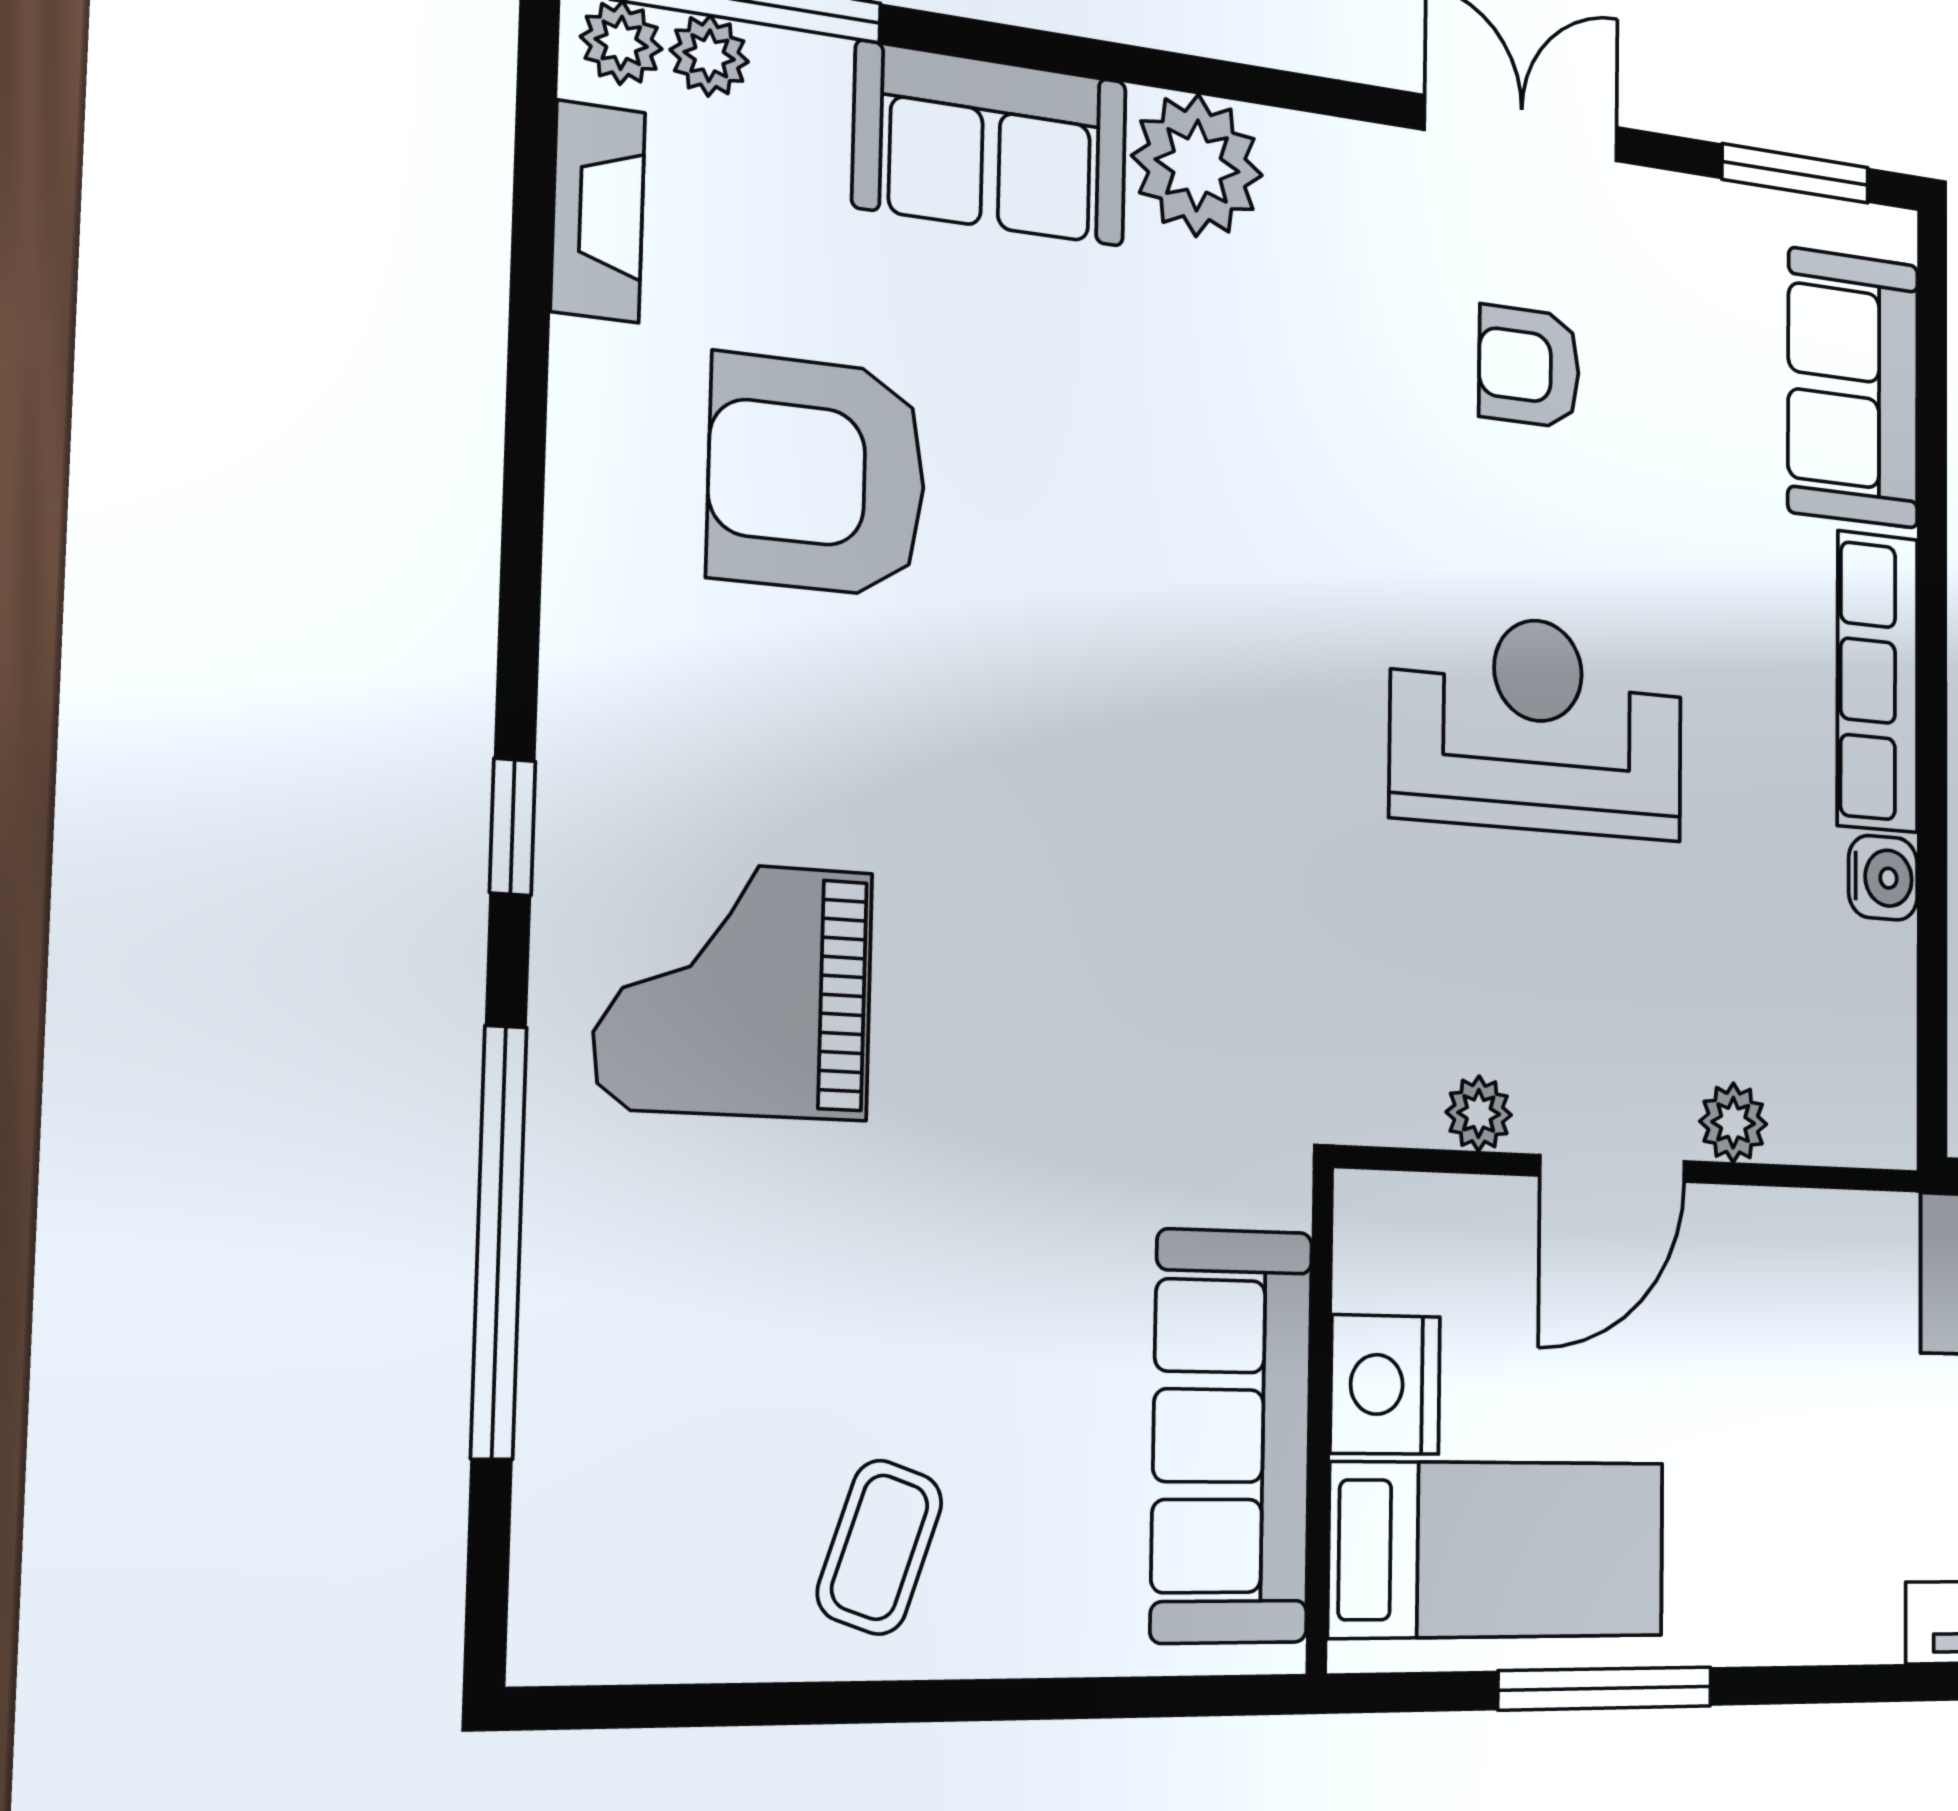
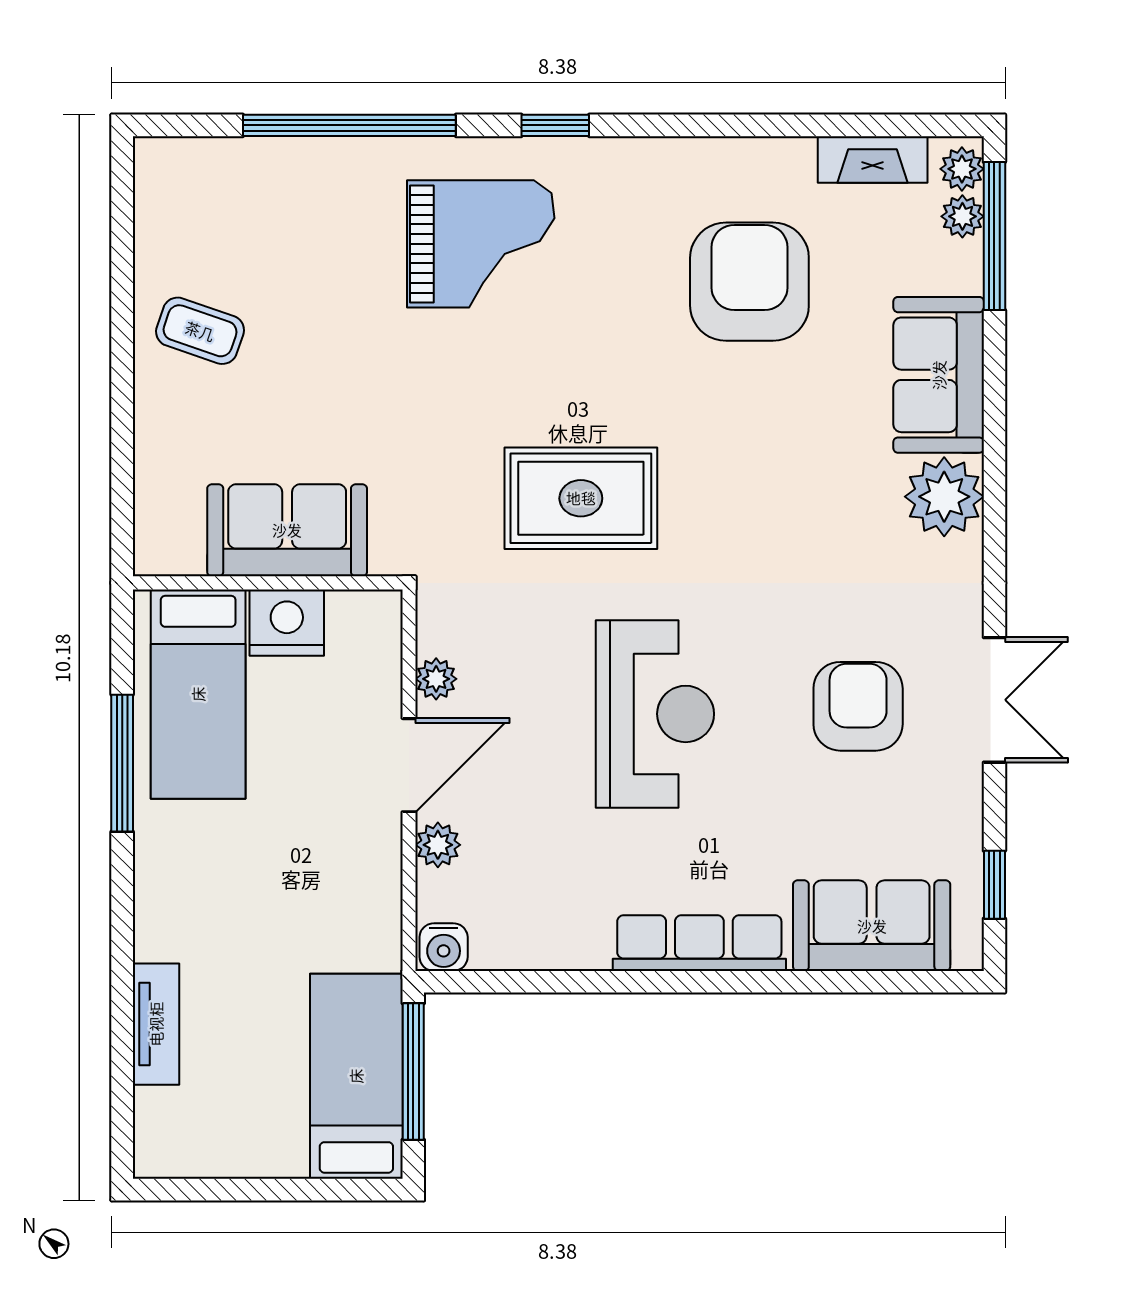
window: (1795, 173) -> (994, 885), width x0.67
armchair: (1529, 367) -> (858, 706), width x1.38, depth x1.38
rug: (1188, 829) -> (581, 498), added
water cooler: (1883, 878) -> (444, 947), moved
grand piano: (734, 989) -> (481, 244), turned 90
door: (1613, 1168) -> (409, 765), swing flipped
sofa: (1232, 1436) -> (287, 530), width x0.73

